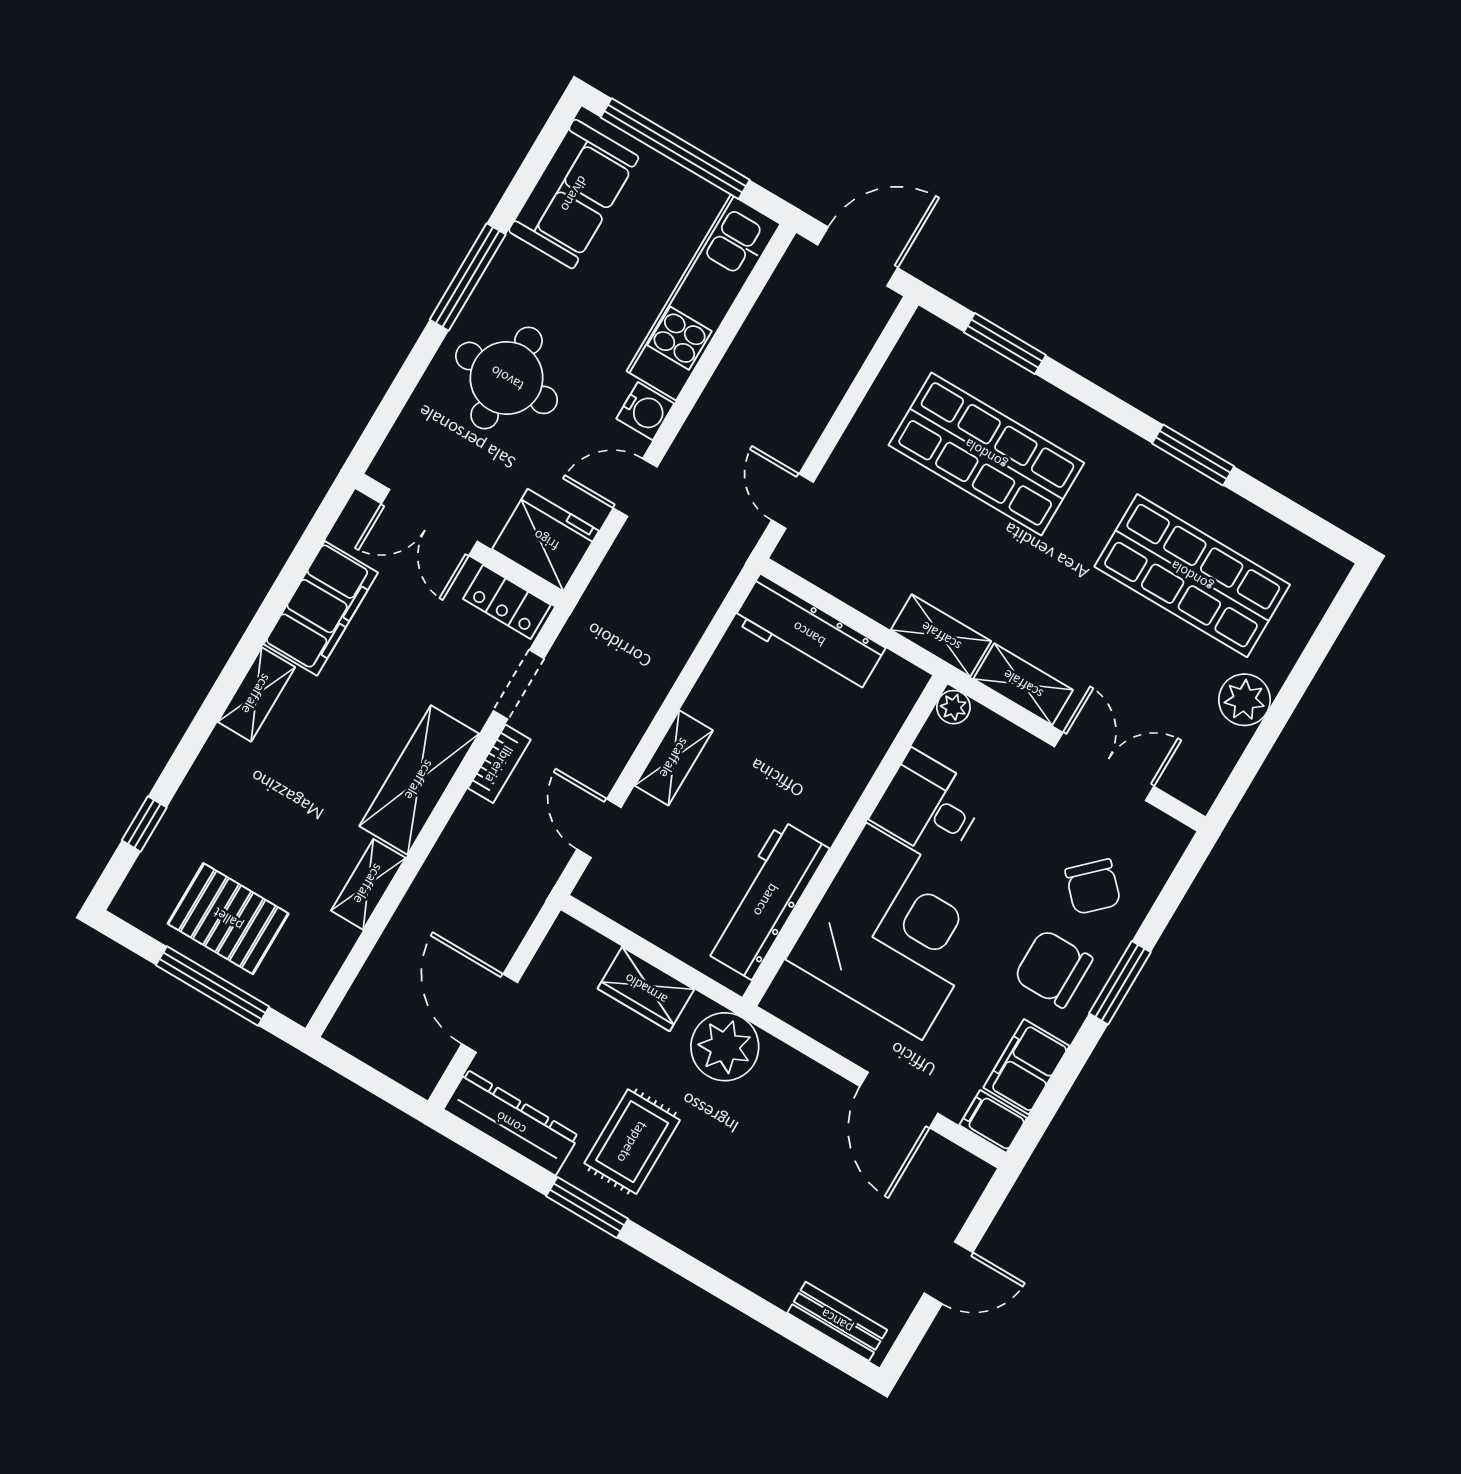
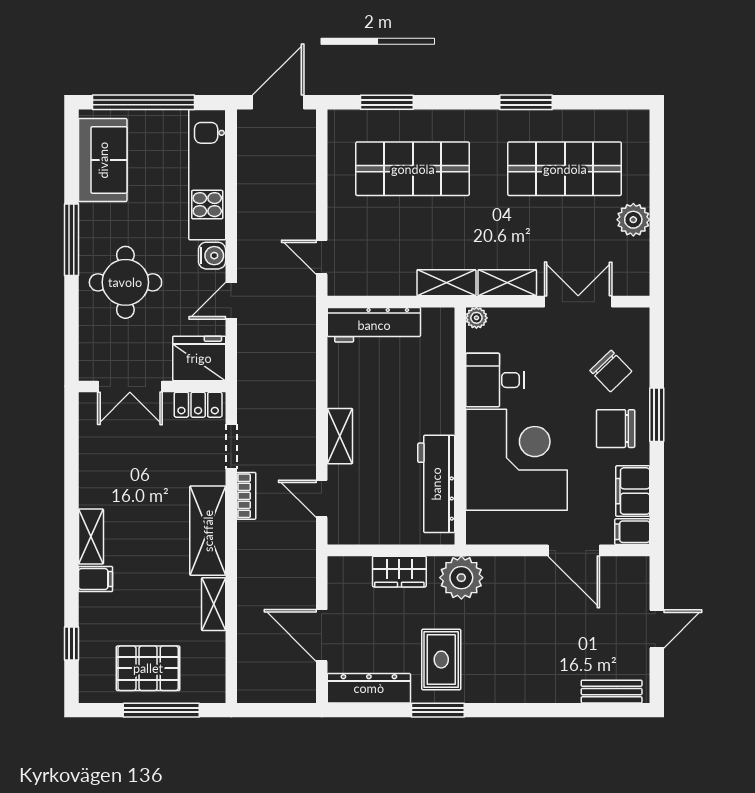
filing cabinet: (321, 608) -> (96, 579), moved, width x0.33, depth x0.86

